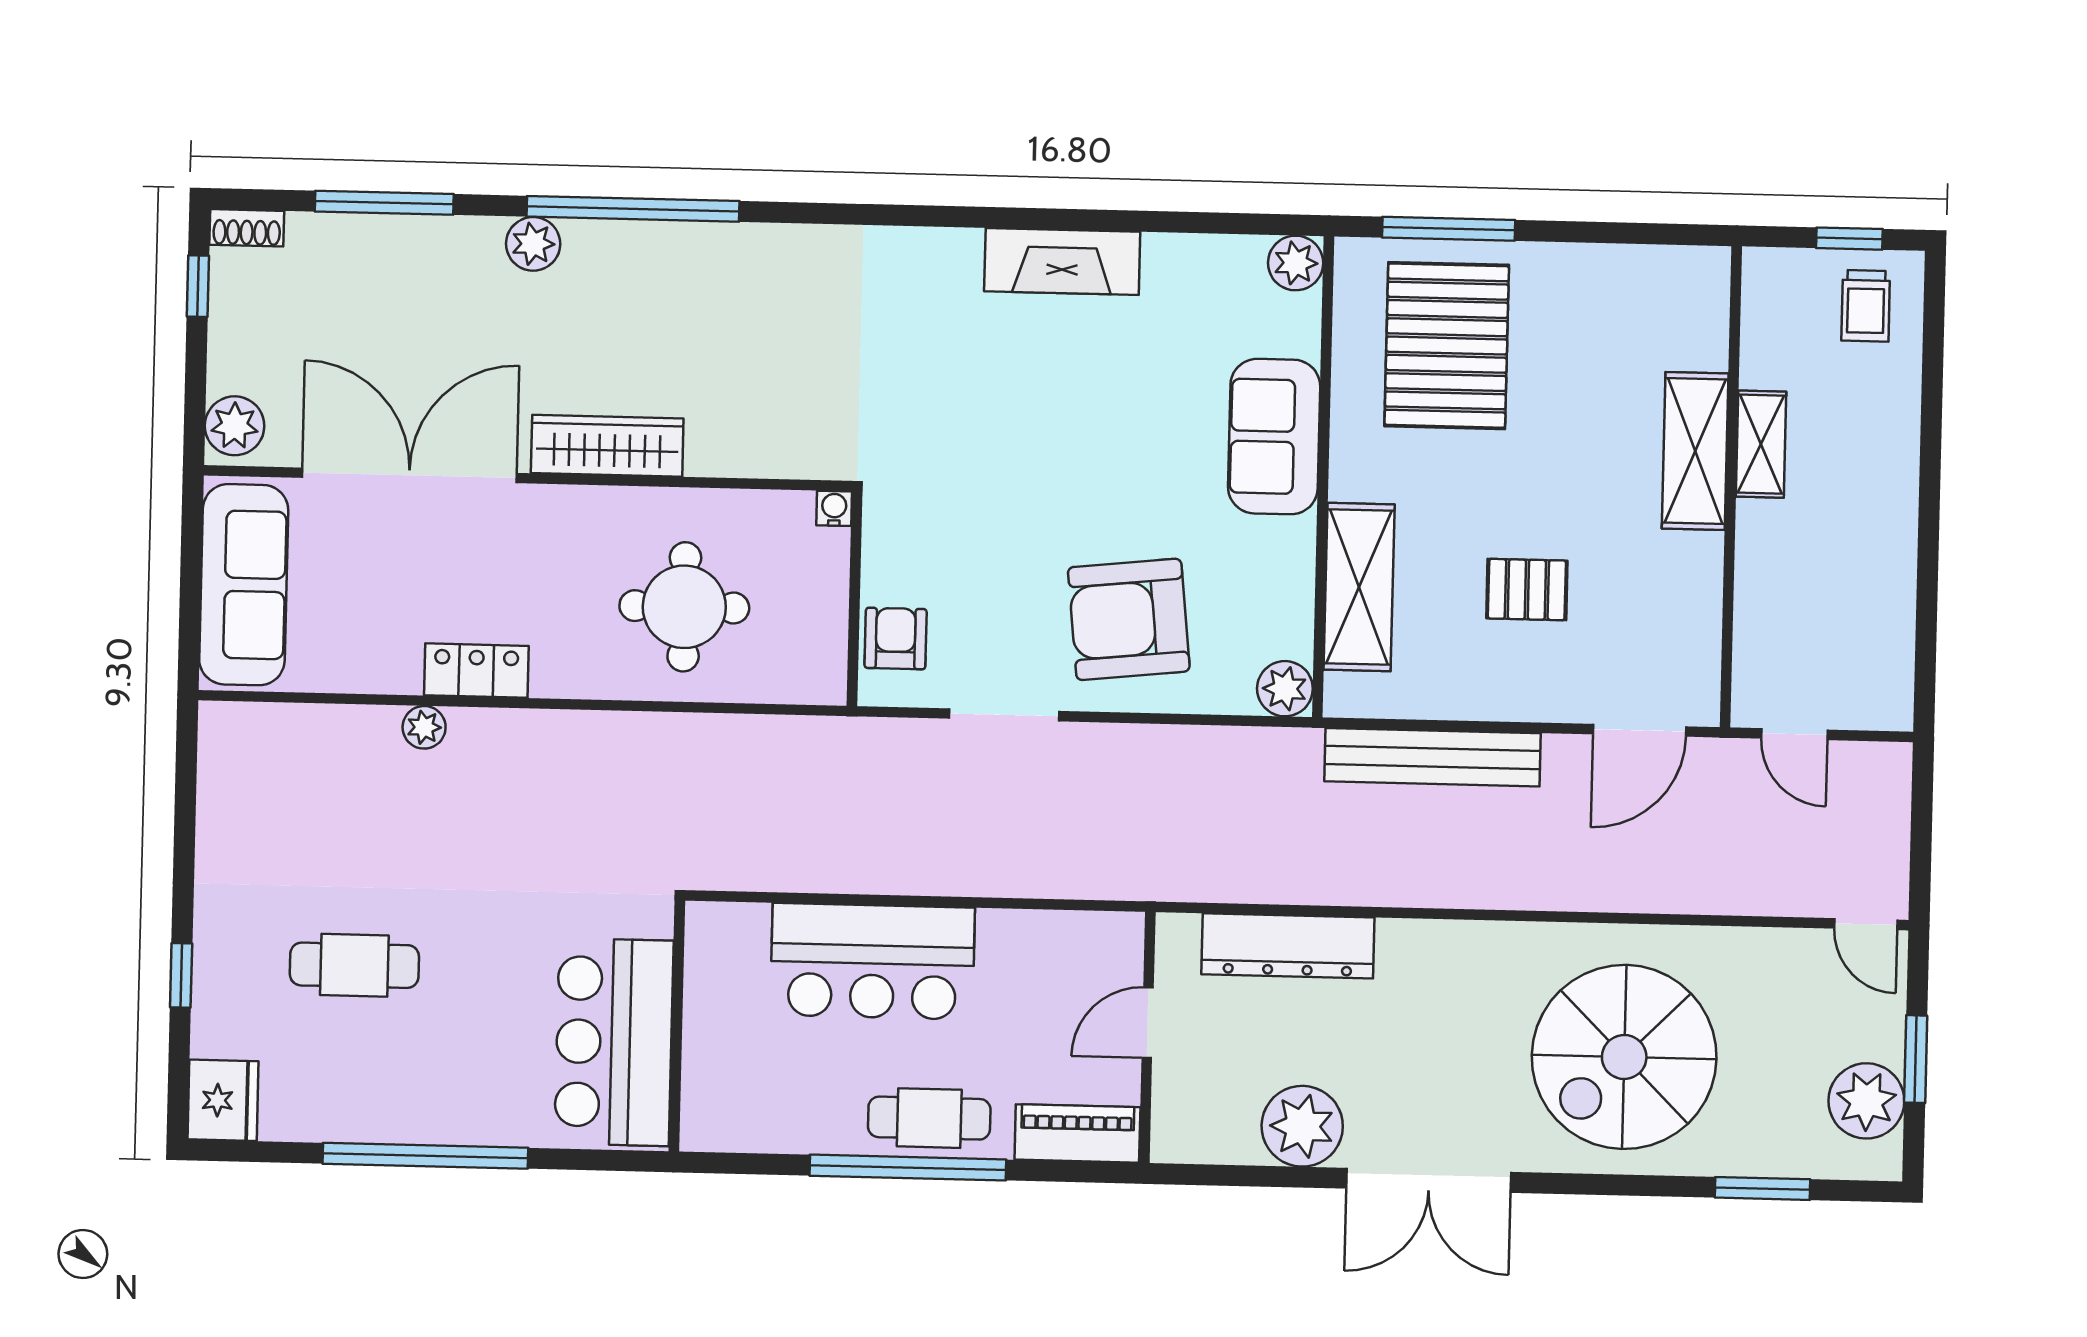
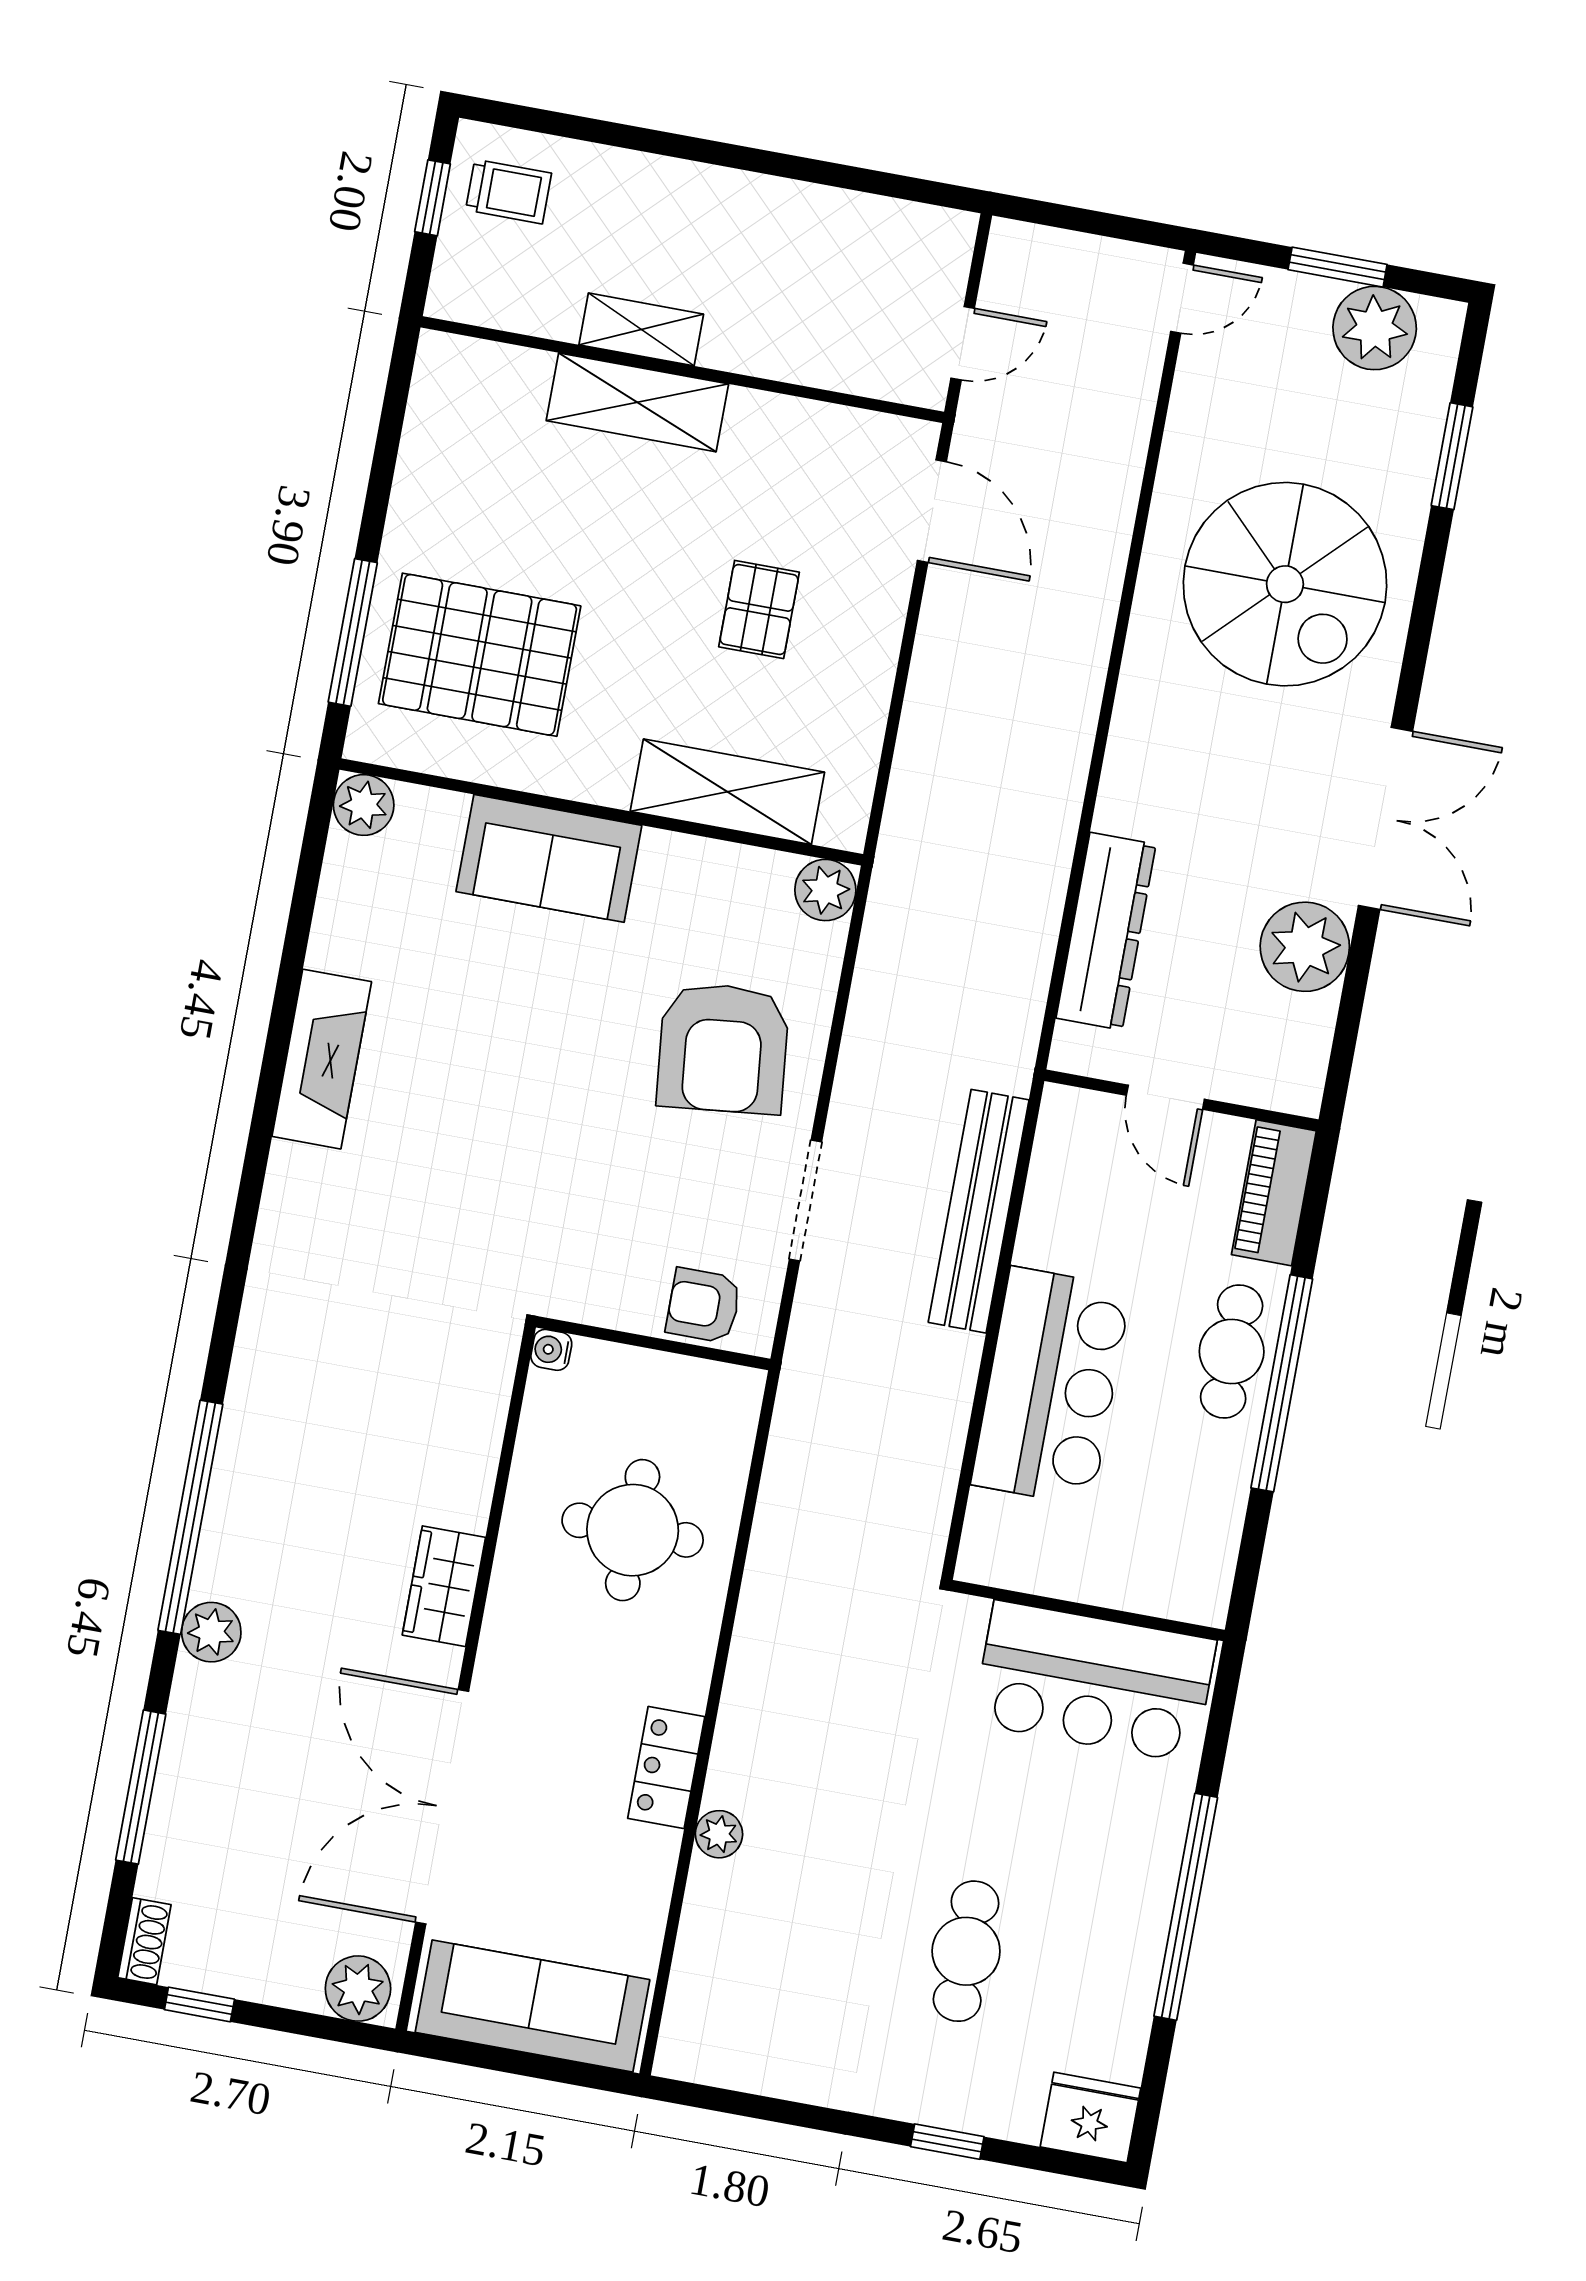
wardrobe: (607, 446) -> (444, 1586), width x0.67
bench: (1433, 757) -> (979, 1211), moved

